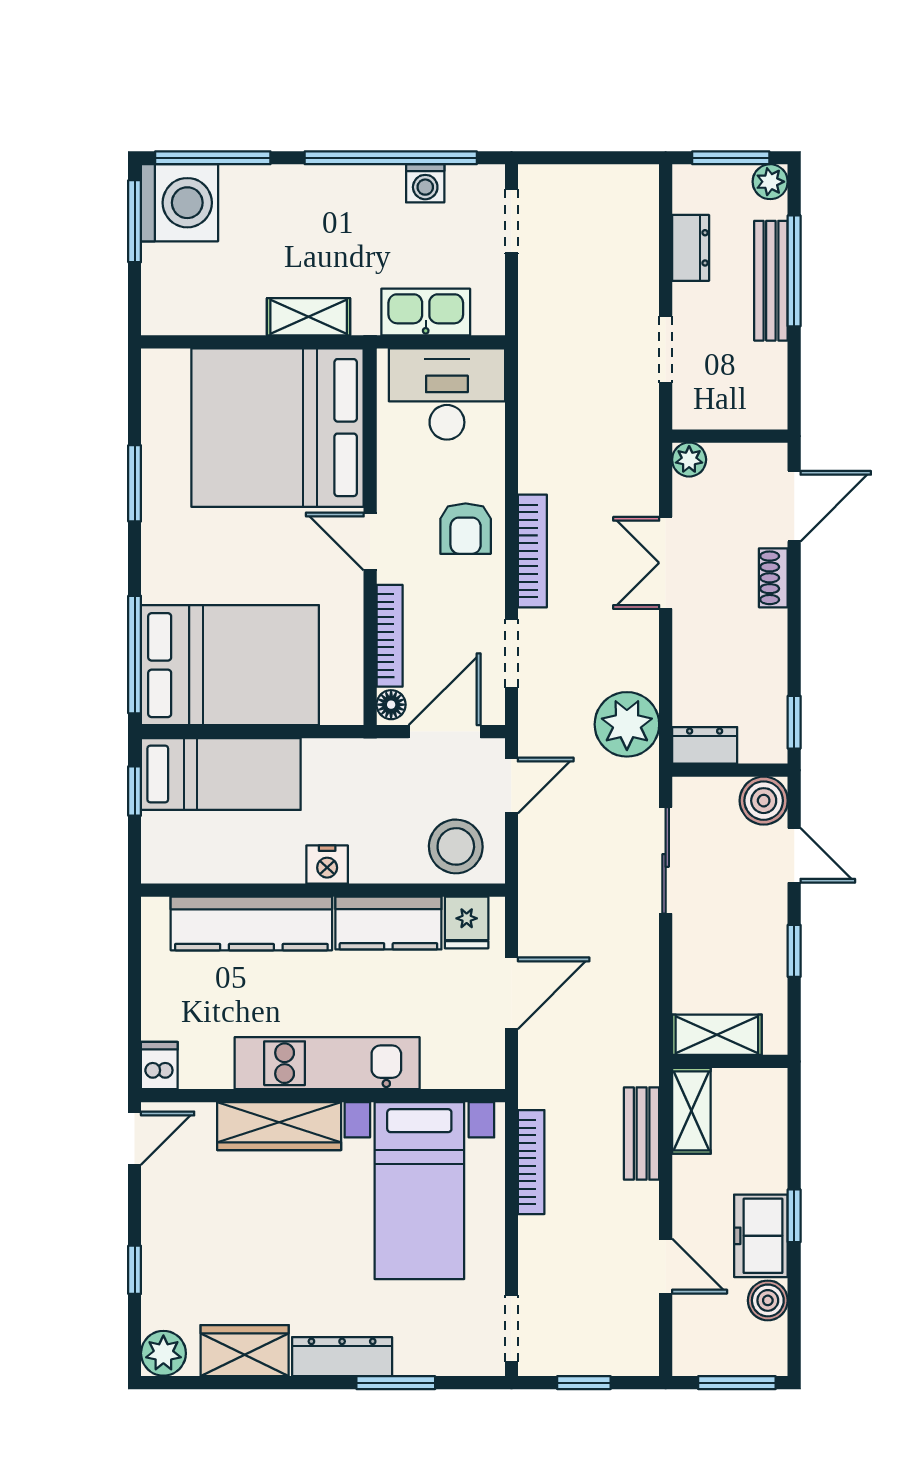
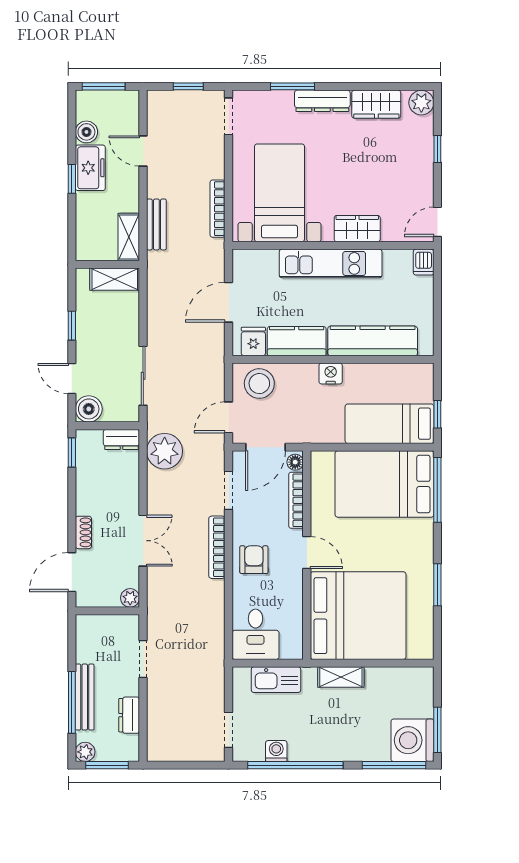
desk: (447, 394) -> (255, 634), width x0.73
wardrobe: (279, 1126) -> (357, 229), width x0.67

